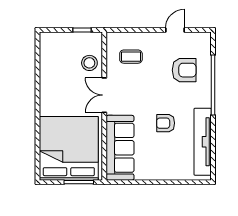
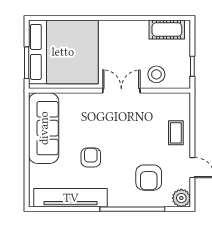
plant: (203, 40) -> (181, 198), added
cot: (48, 53) -> (167, 29), added
coffee table: (131, 57) -> (176, 133), moved
sofa: (120, 148) -> (44, 128), moved, turned -90

